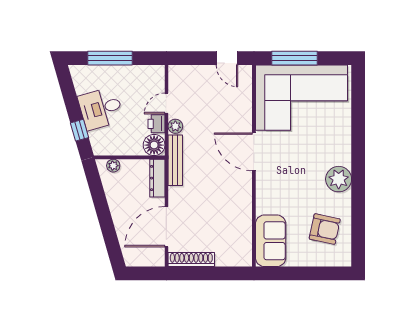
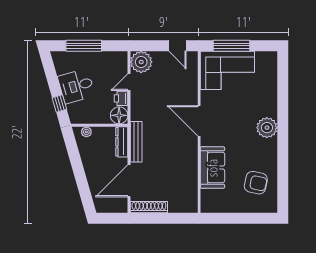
corner sofa: (302, 98) -> (227, 70), width x0.73, depth x0.74
plant: (175, 126) -> (141, 62), moved, width x1.88, depth x1.88
bench: (175, 160) -> (136, 142), moved
plant: (339, 179) -> (267, 128), moved
sofa: (271, 241) -> (212, 168), moved

